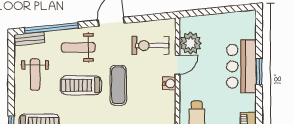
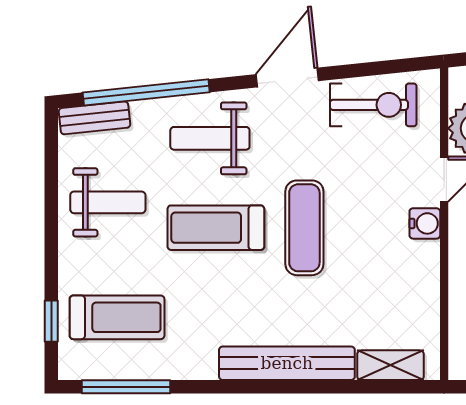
exercise bike: (150, 46) -> (373, 105), moved, turned 180
weight bench: (35, 75) -> (108, 202), turned -90

